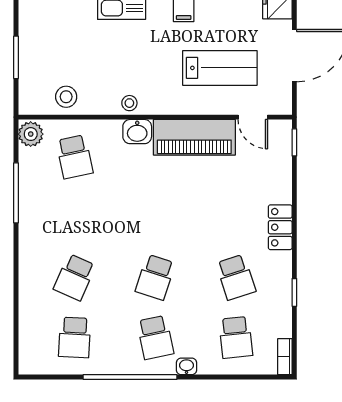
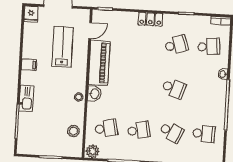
school desk: (155, 337) -> (139, 130), moved

